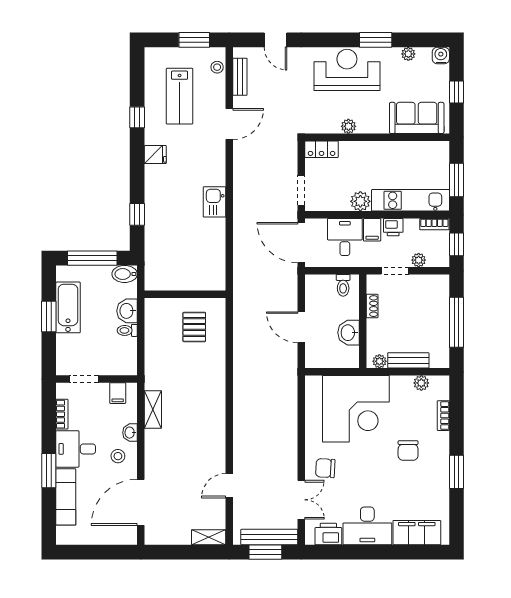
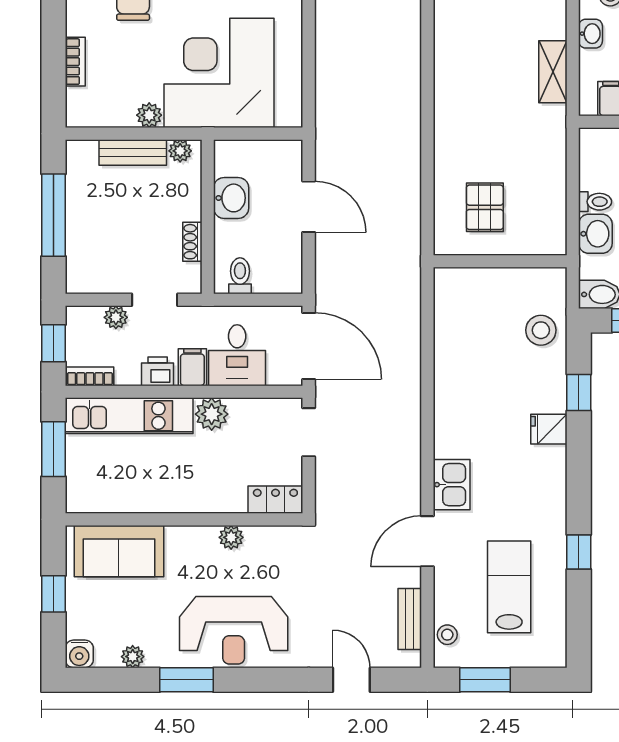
fridge: (155, 155) -> (549, 429), moved
kitchen sink: (214, 202) -> (452, 485), moved
stool: (160, 252) -> (541, 330), added
plant: (421, 383) -> (149, 115), moved

